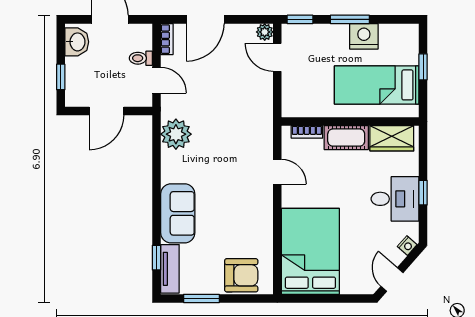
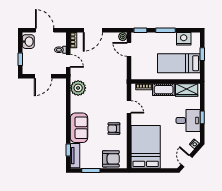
nightstand: (364, 36) -> (184, 39), moved
armchair: (247, 215) -> (114, 129), added

